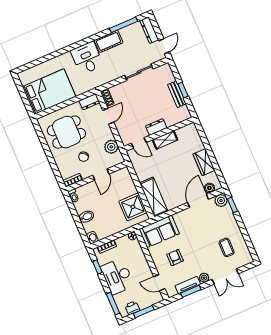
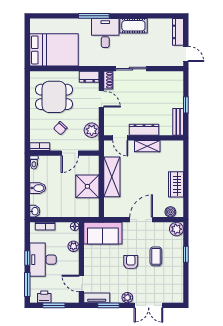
window: (123, 25) -> (94, 16), moved
door: (164, 46) -> (186, 54), hinge flipped
sliding door: (139, 72) -> (131, 69), moved
bench: (177, 94) -> (178, 122), moved
door: (108, 116) -> (101, 99), hinge flipped
dresser: (156, 127) -> (144, 130), width x1.44
shelving: (154, 197) -> (112, 177), moved
door: (198, 201) -> (141, 220), moved
window: (232, 205) -> (186, 254), moved
shower: (133, 207) -> (87, 186), moved
coffee table: (227, 247) -> (156, 256), moved
plant: (139, 254) -> (73, 246), added
armchair: (175, 258) -> (131, 262), moved
window: (97, 267) -> (27, 258), moved
tv unit: (188, 285) -> (97, 298), moved

